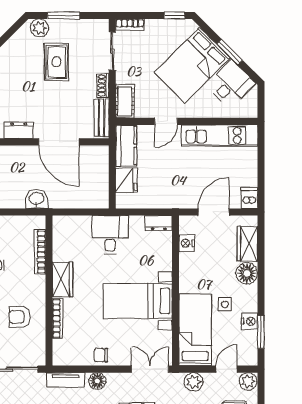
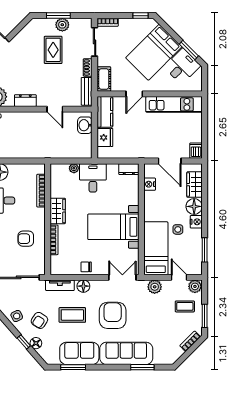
plant: (39, 28) -> (62, 25), moved
window: (230, 52) -> (189, 50), moved
door: (59, 142) -> (55, 109), width x0.53
washbasin: (37, 199) -> (85, 125), moved, turned -90
door: (214, 212) -> (170, 161), swing flipped
plant: (84, 222) -> (74, 168), added
nightstand: (250, 321) -> (196, 222), moved
door: (227, 369) -> (179, 277), hinge flipped

